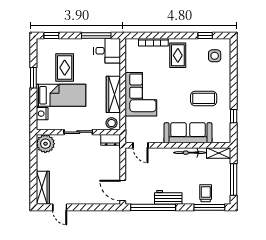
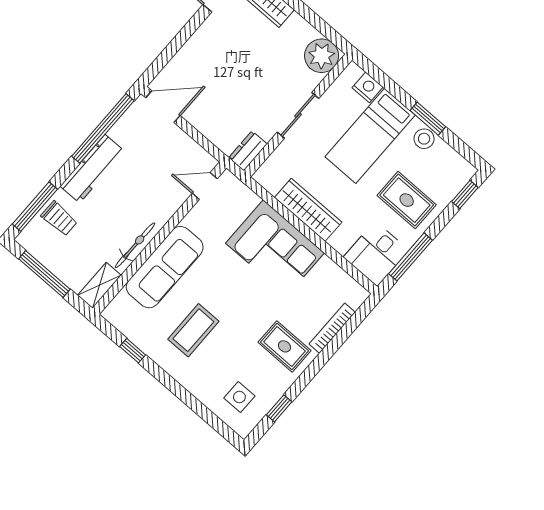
rug: (65, 68) -> (407, 200), moved
stool: (112, 123) -> (424, 139), moved
workbench: (168, 197) -> (92, 169), width x1.38

